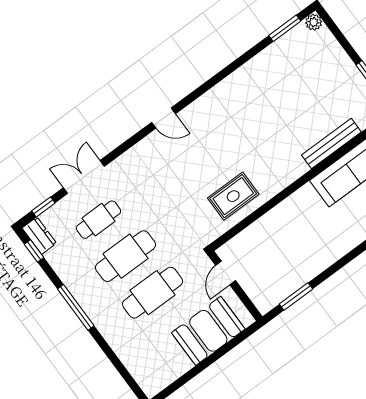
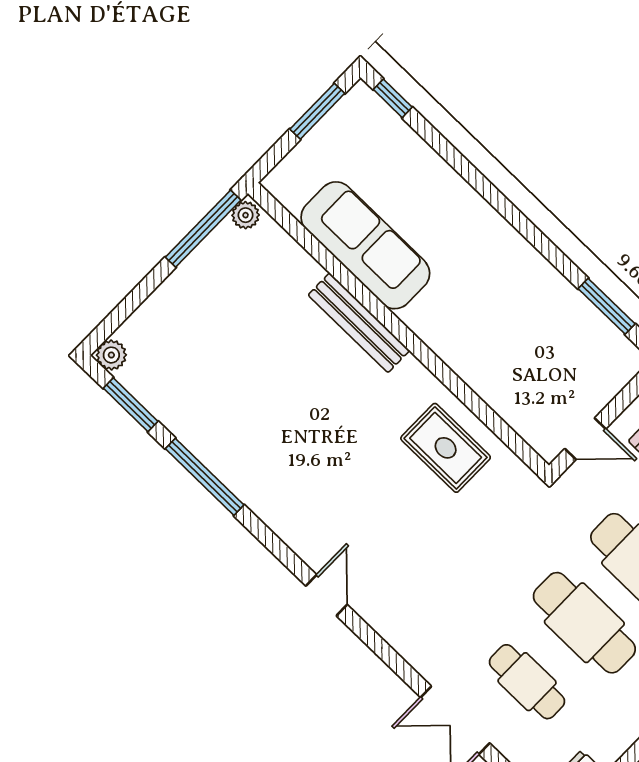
window: (239, 62) -> (205, 477), added
bench: (331, 143) -> (359, 323), moved

